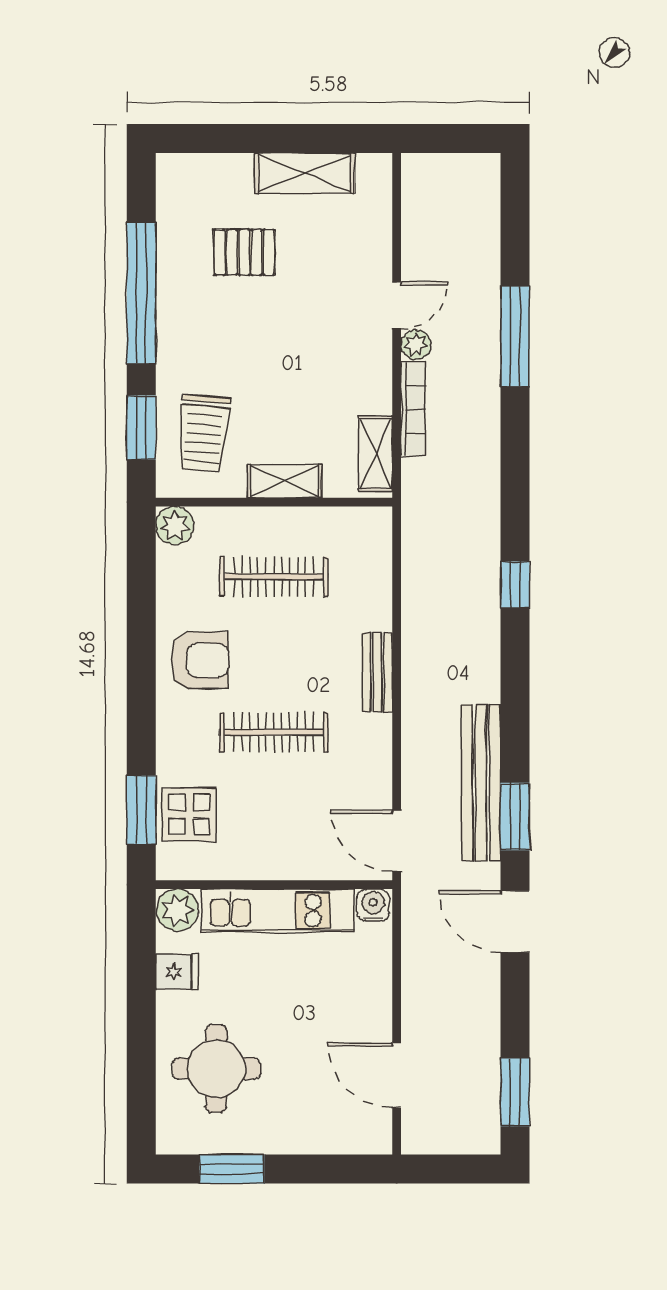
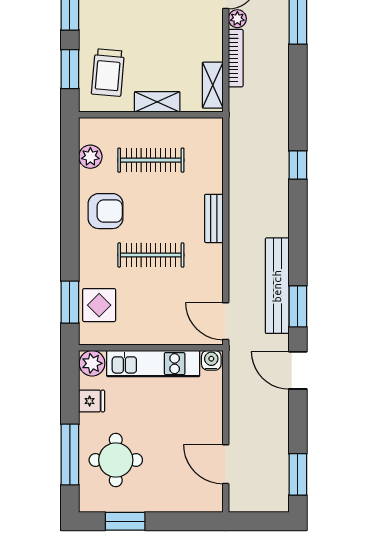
plant: (175, 526) -> (90, 157), moved
window: (141, 1060) -> (70, 455), added

